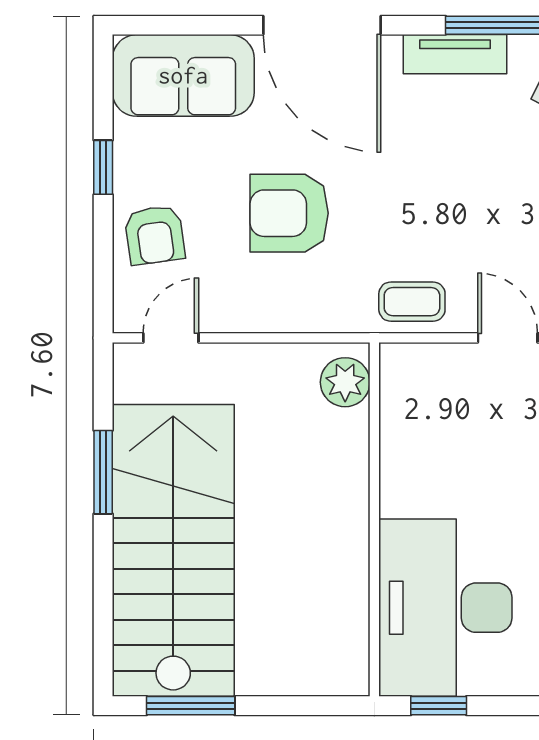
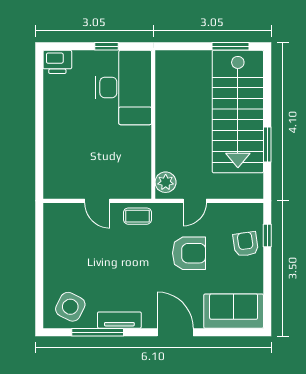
door: (322, 25) -> (175, 332), width x0.73
window: (103, 167) -> (267, 235), moved
door: (171, 338) -> (195, 201), moved
window: (439, 706) -> (106, 46), moved

